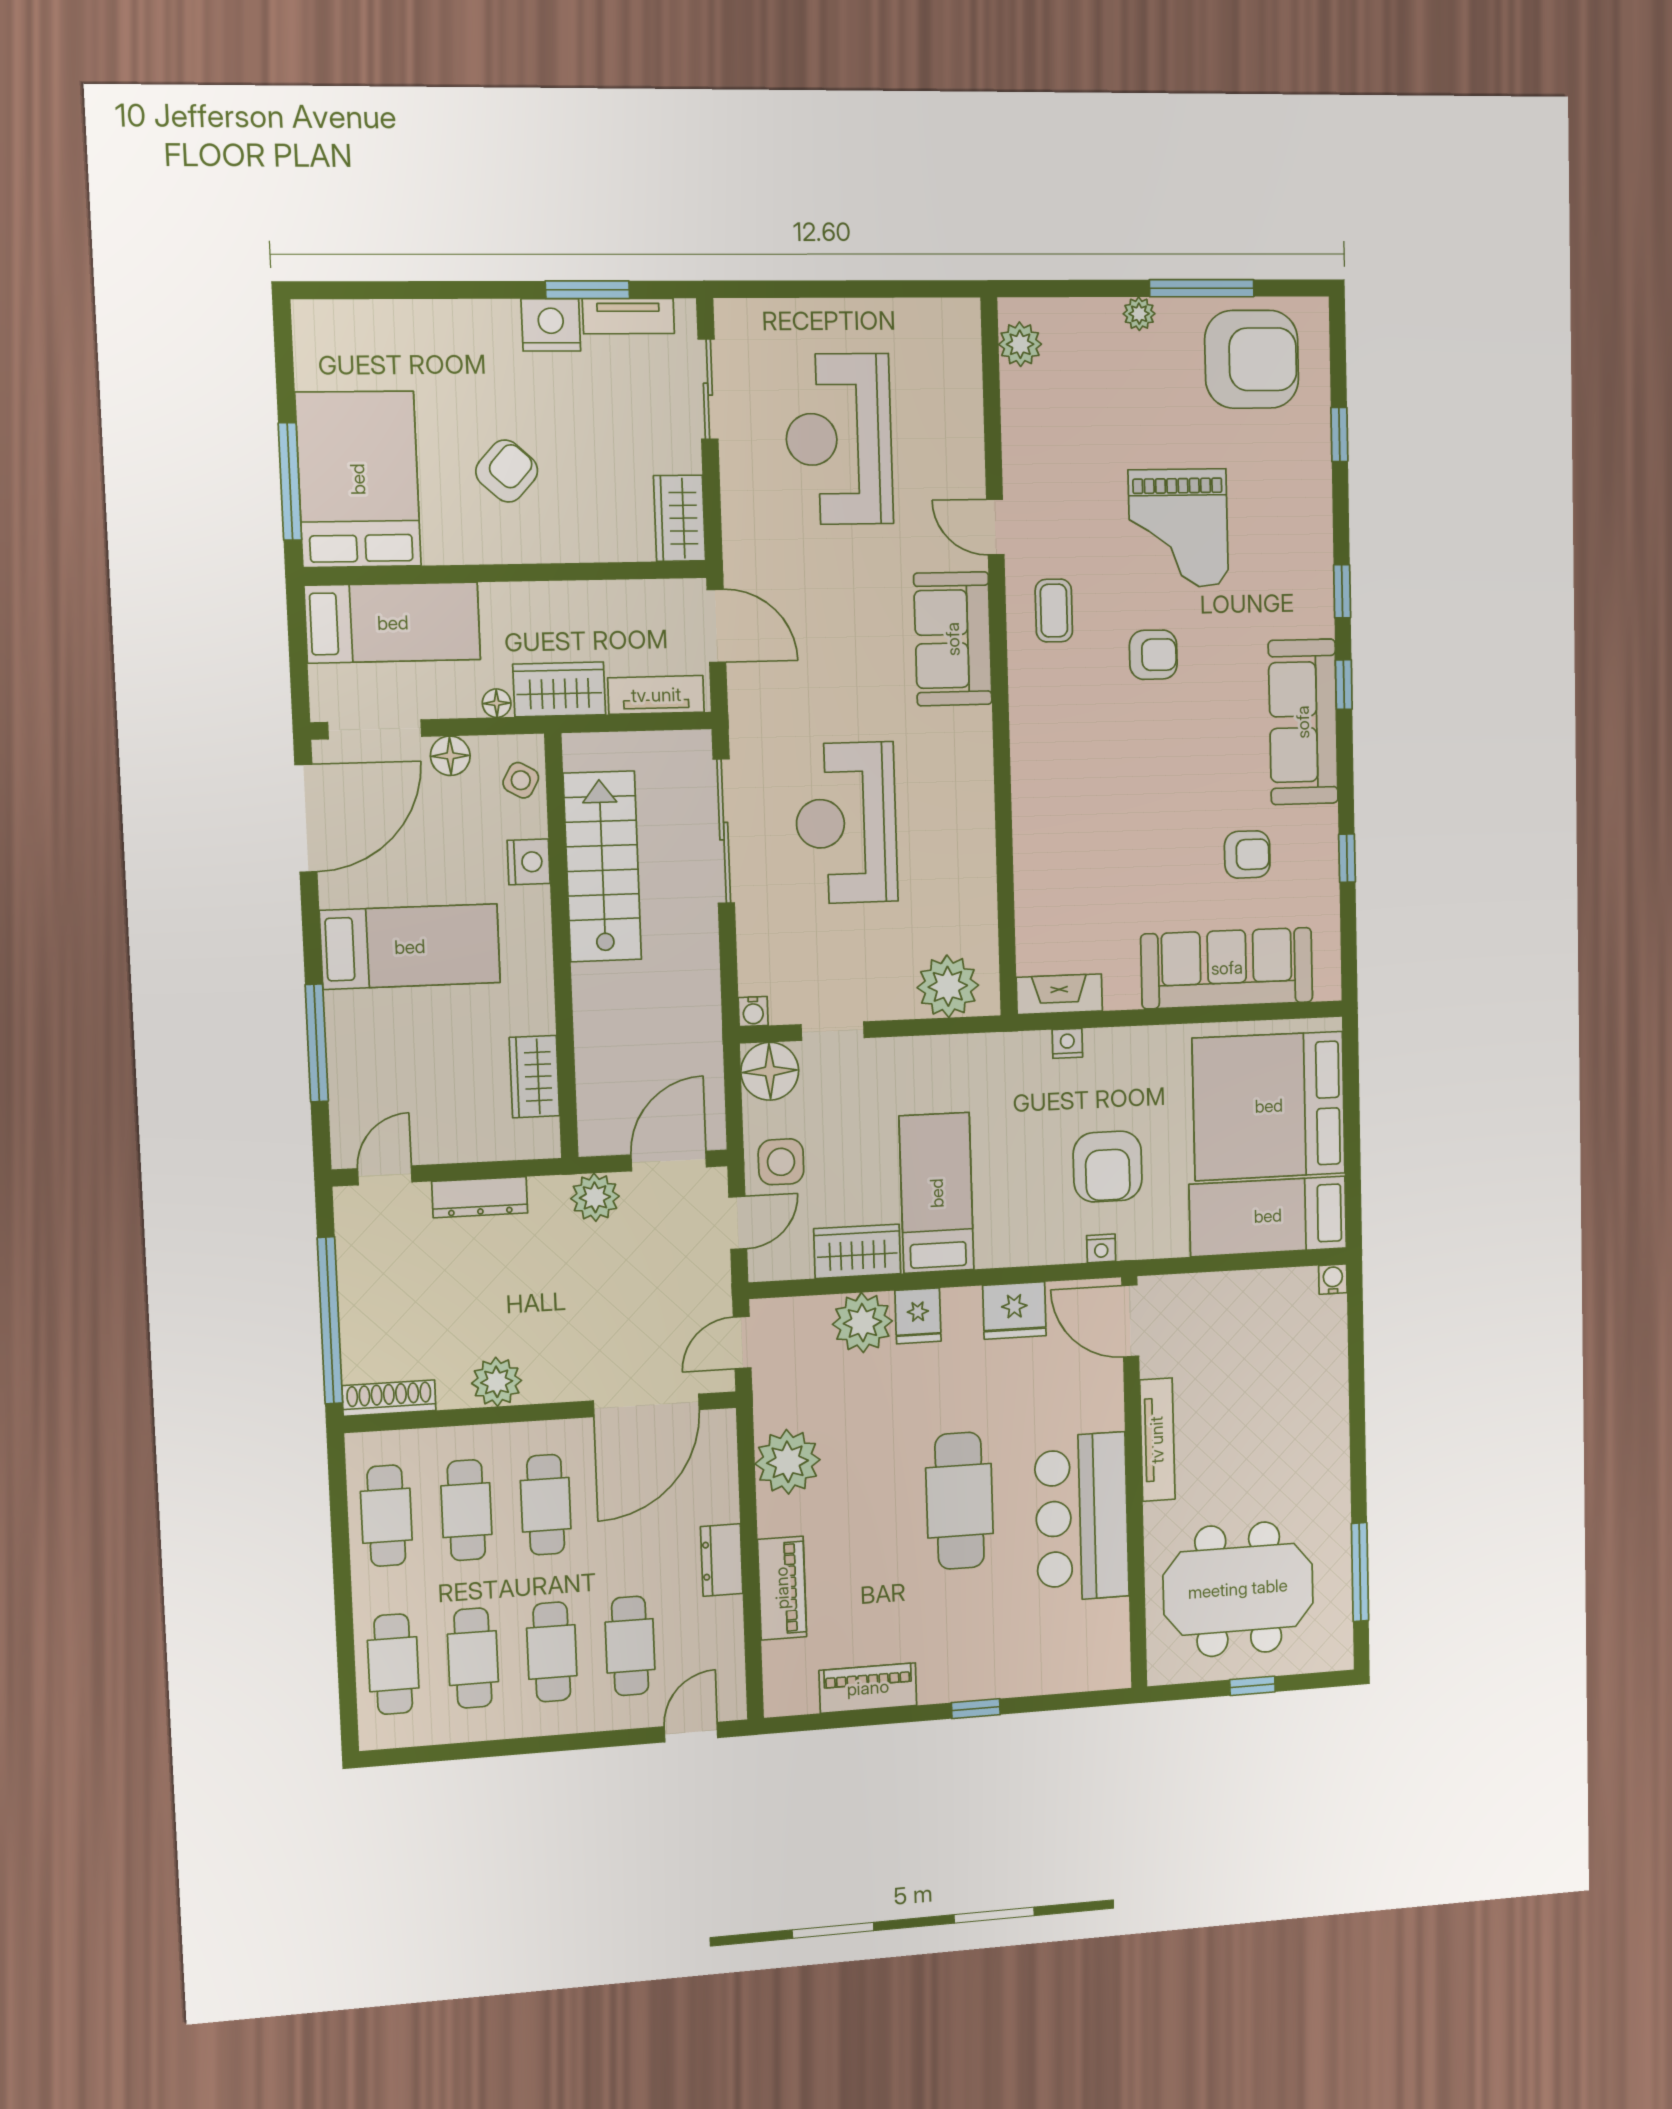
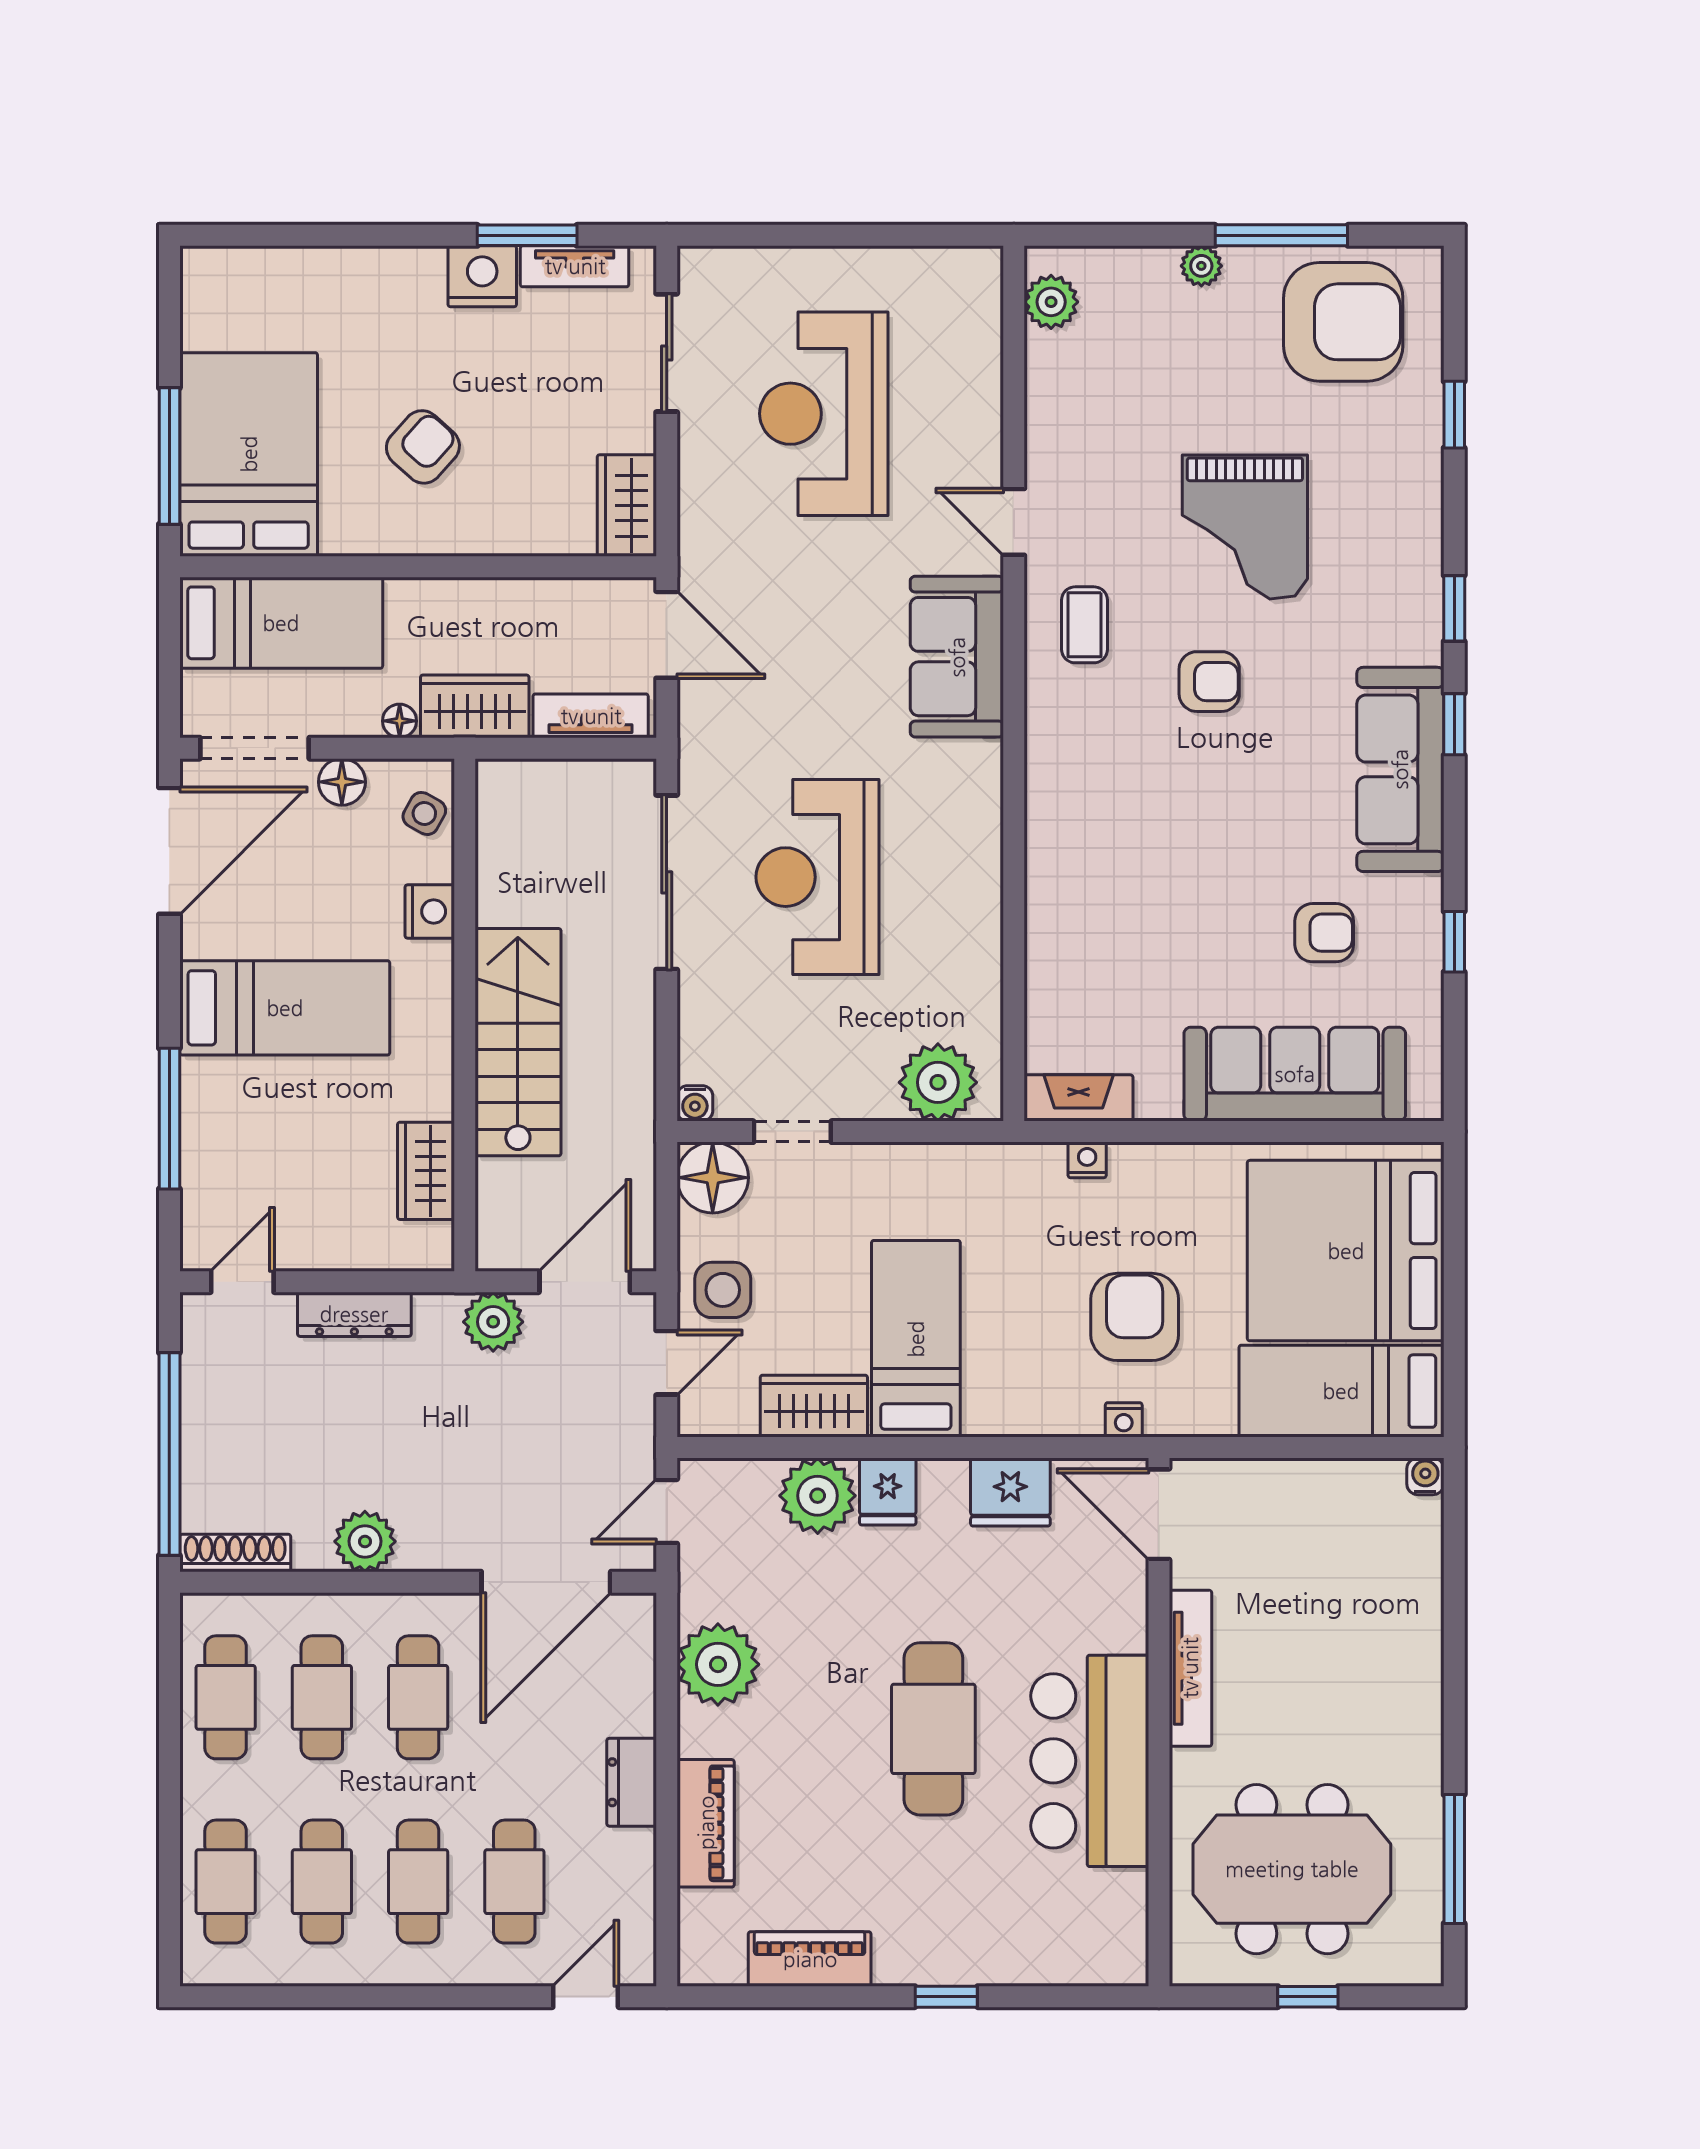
stairs: (602, 867) -> (518, 1042), moved
armchair: (1108, 1167) -> (1135, 1317), turned 180

